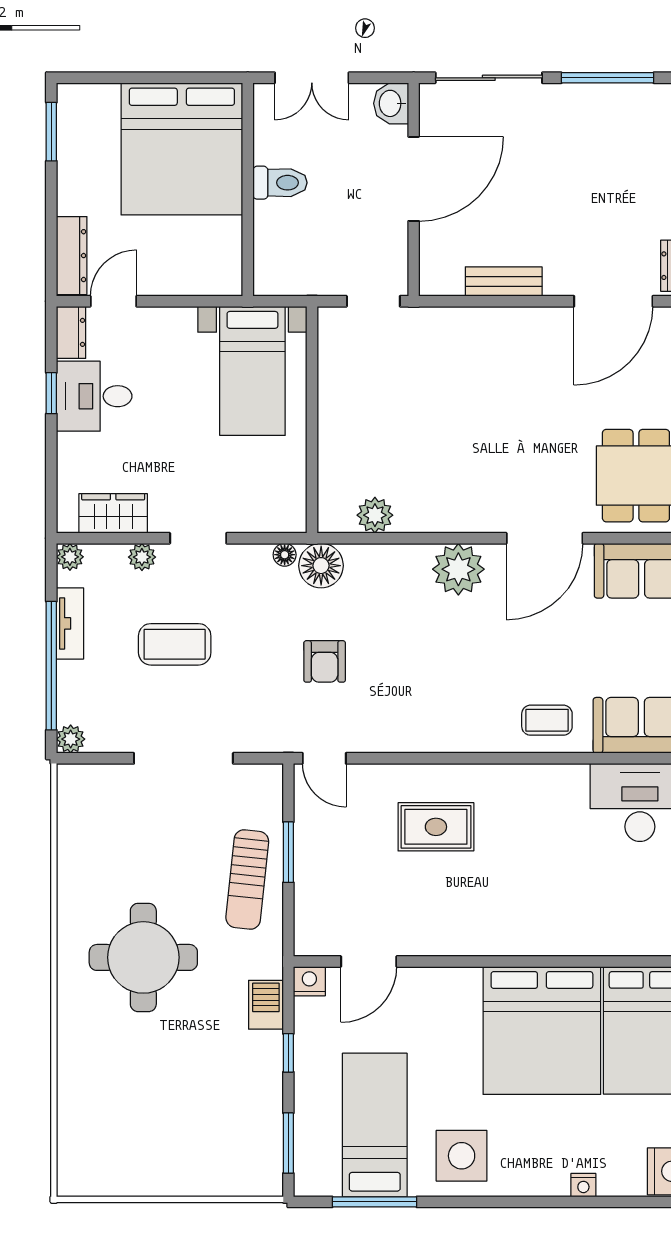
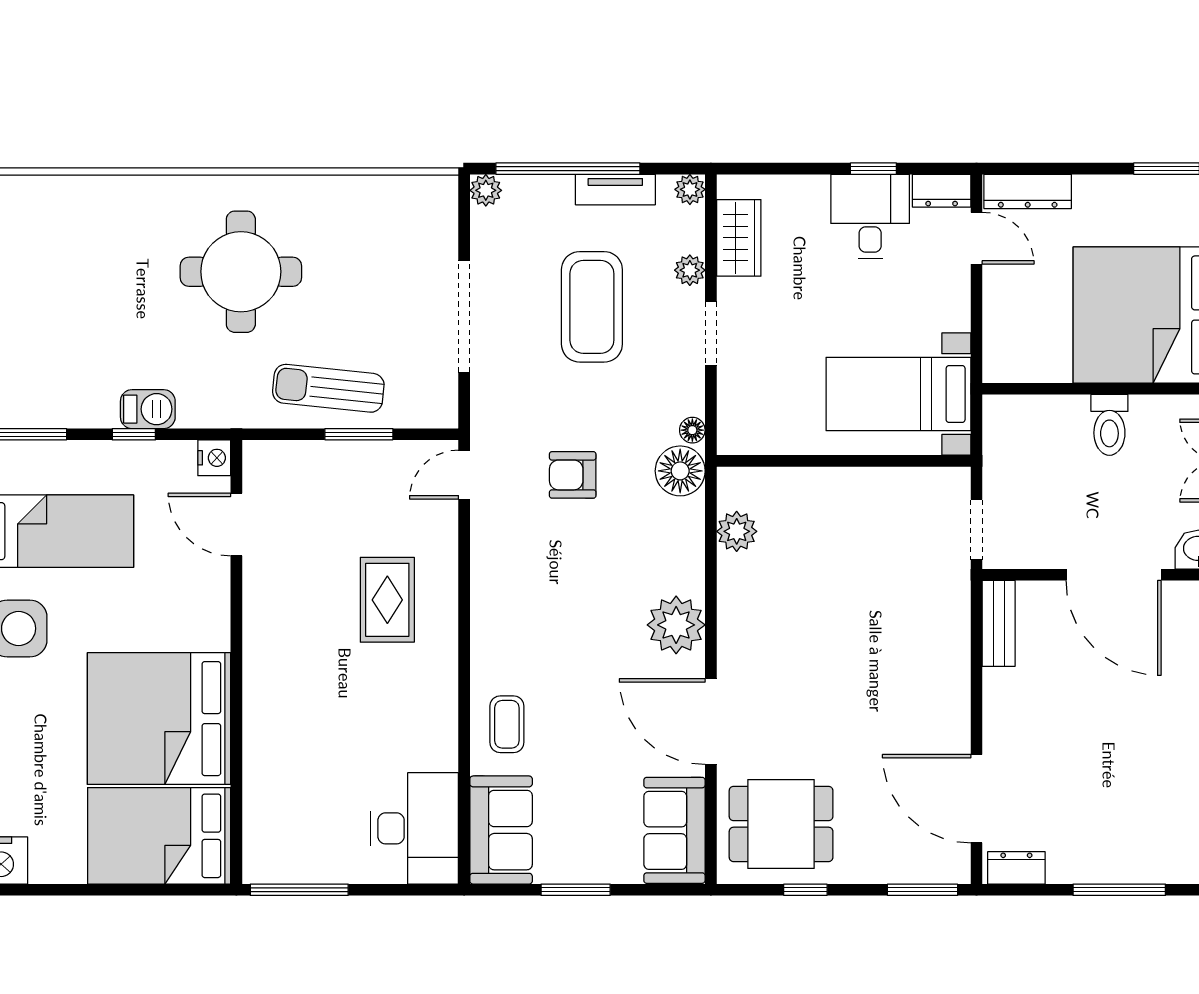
bench: (504, 282) -> (999, 623), moved
coffee table: (175, 644) -> (592, 307), width x1.36, depth x1.32
barbecue: (266, 1005) -> (148, 409), moved

